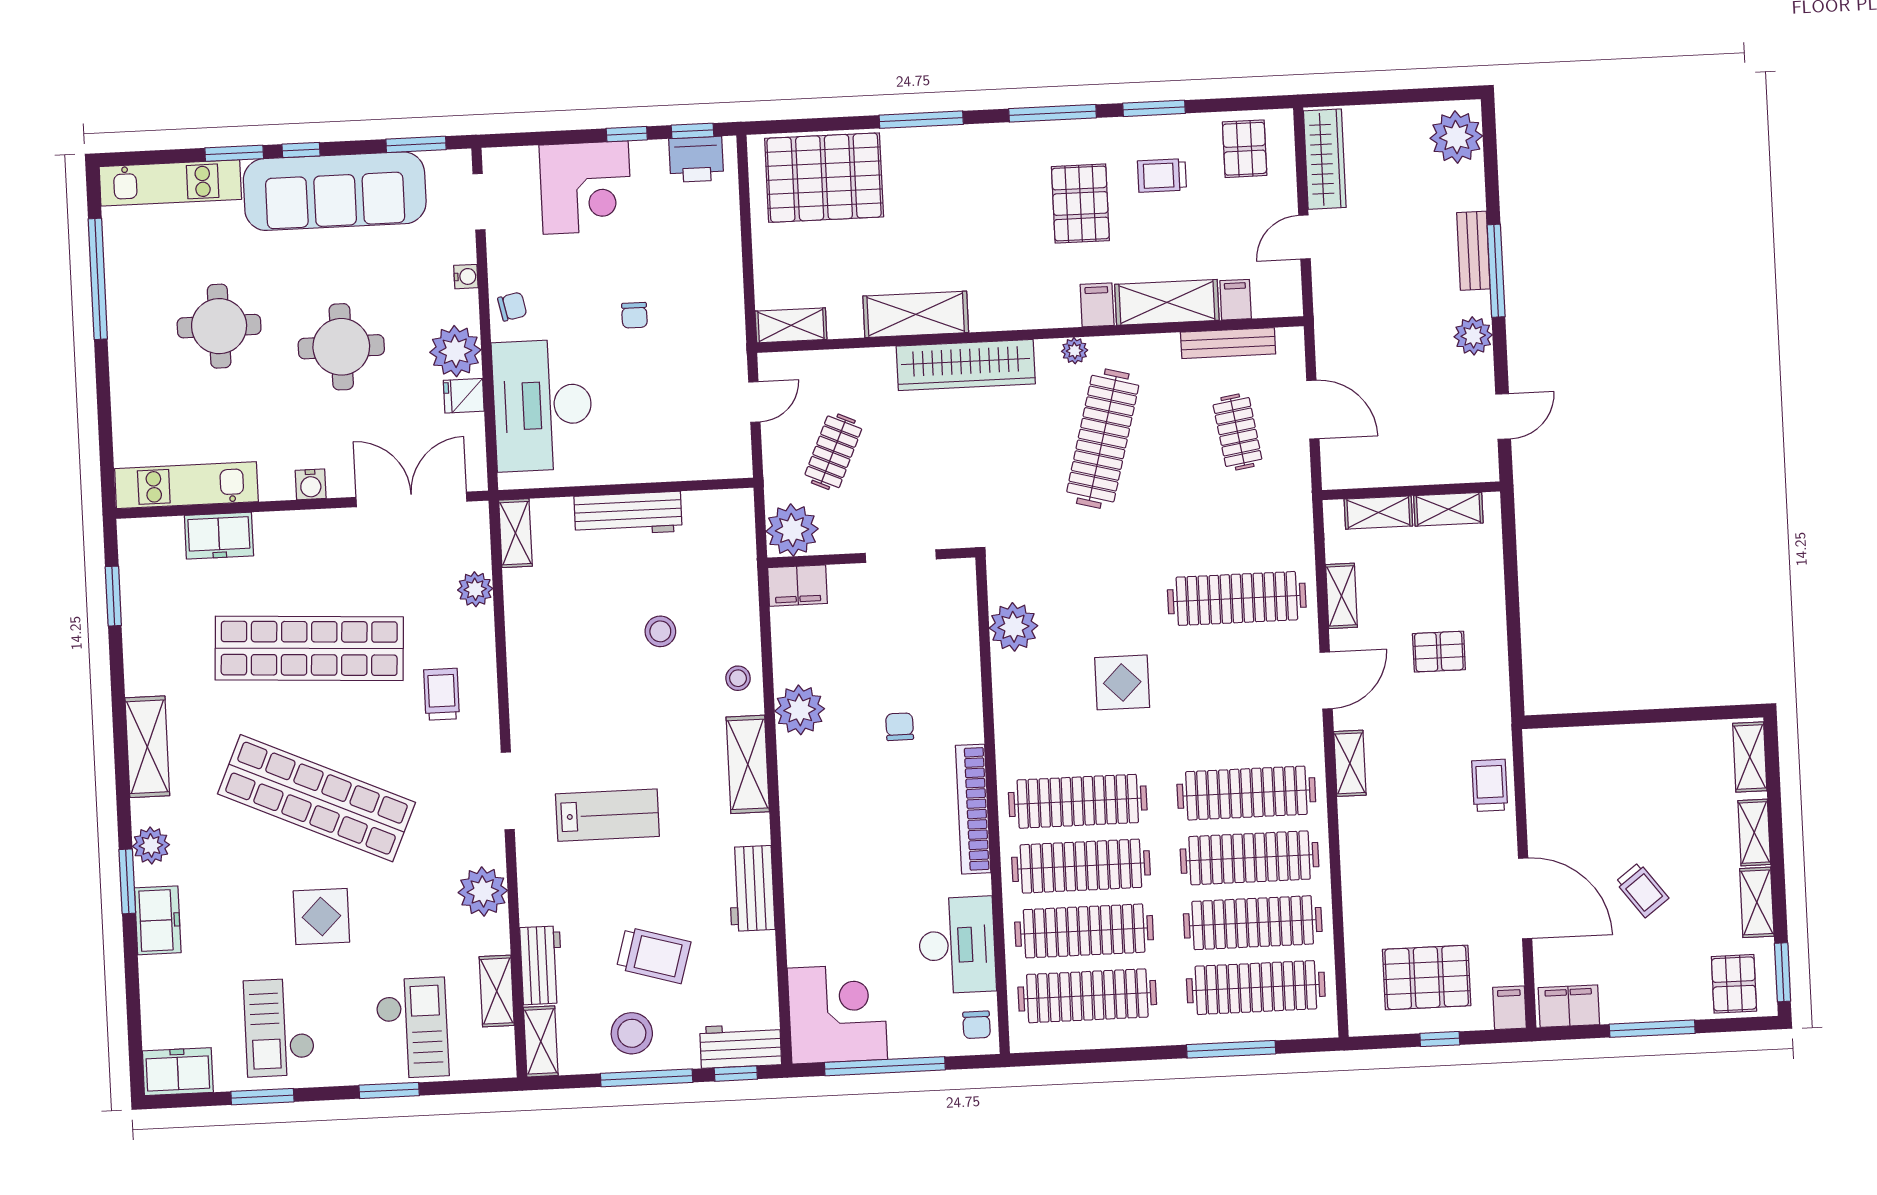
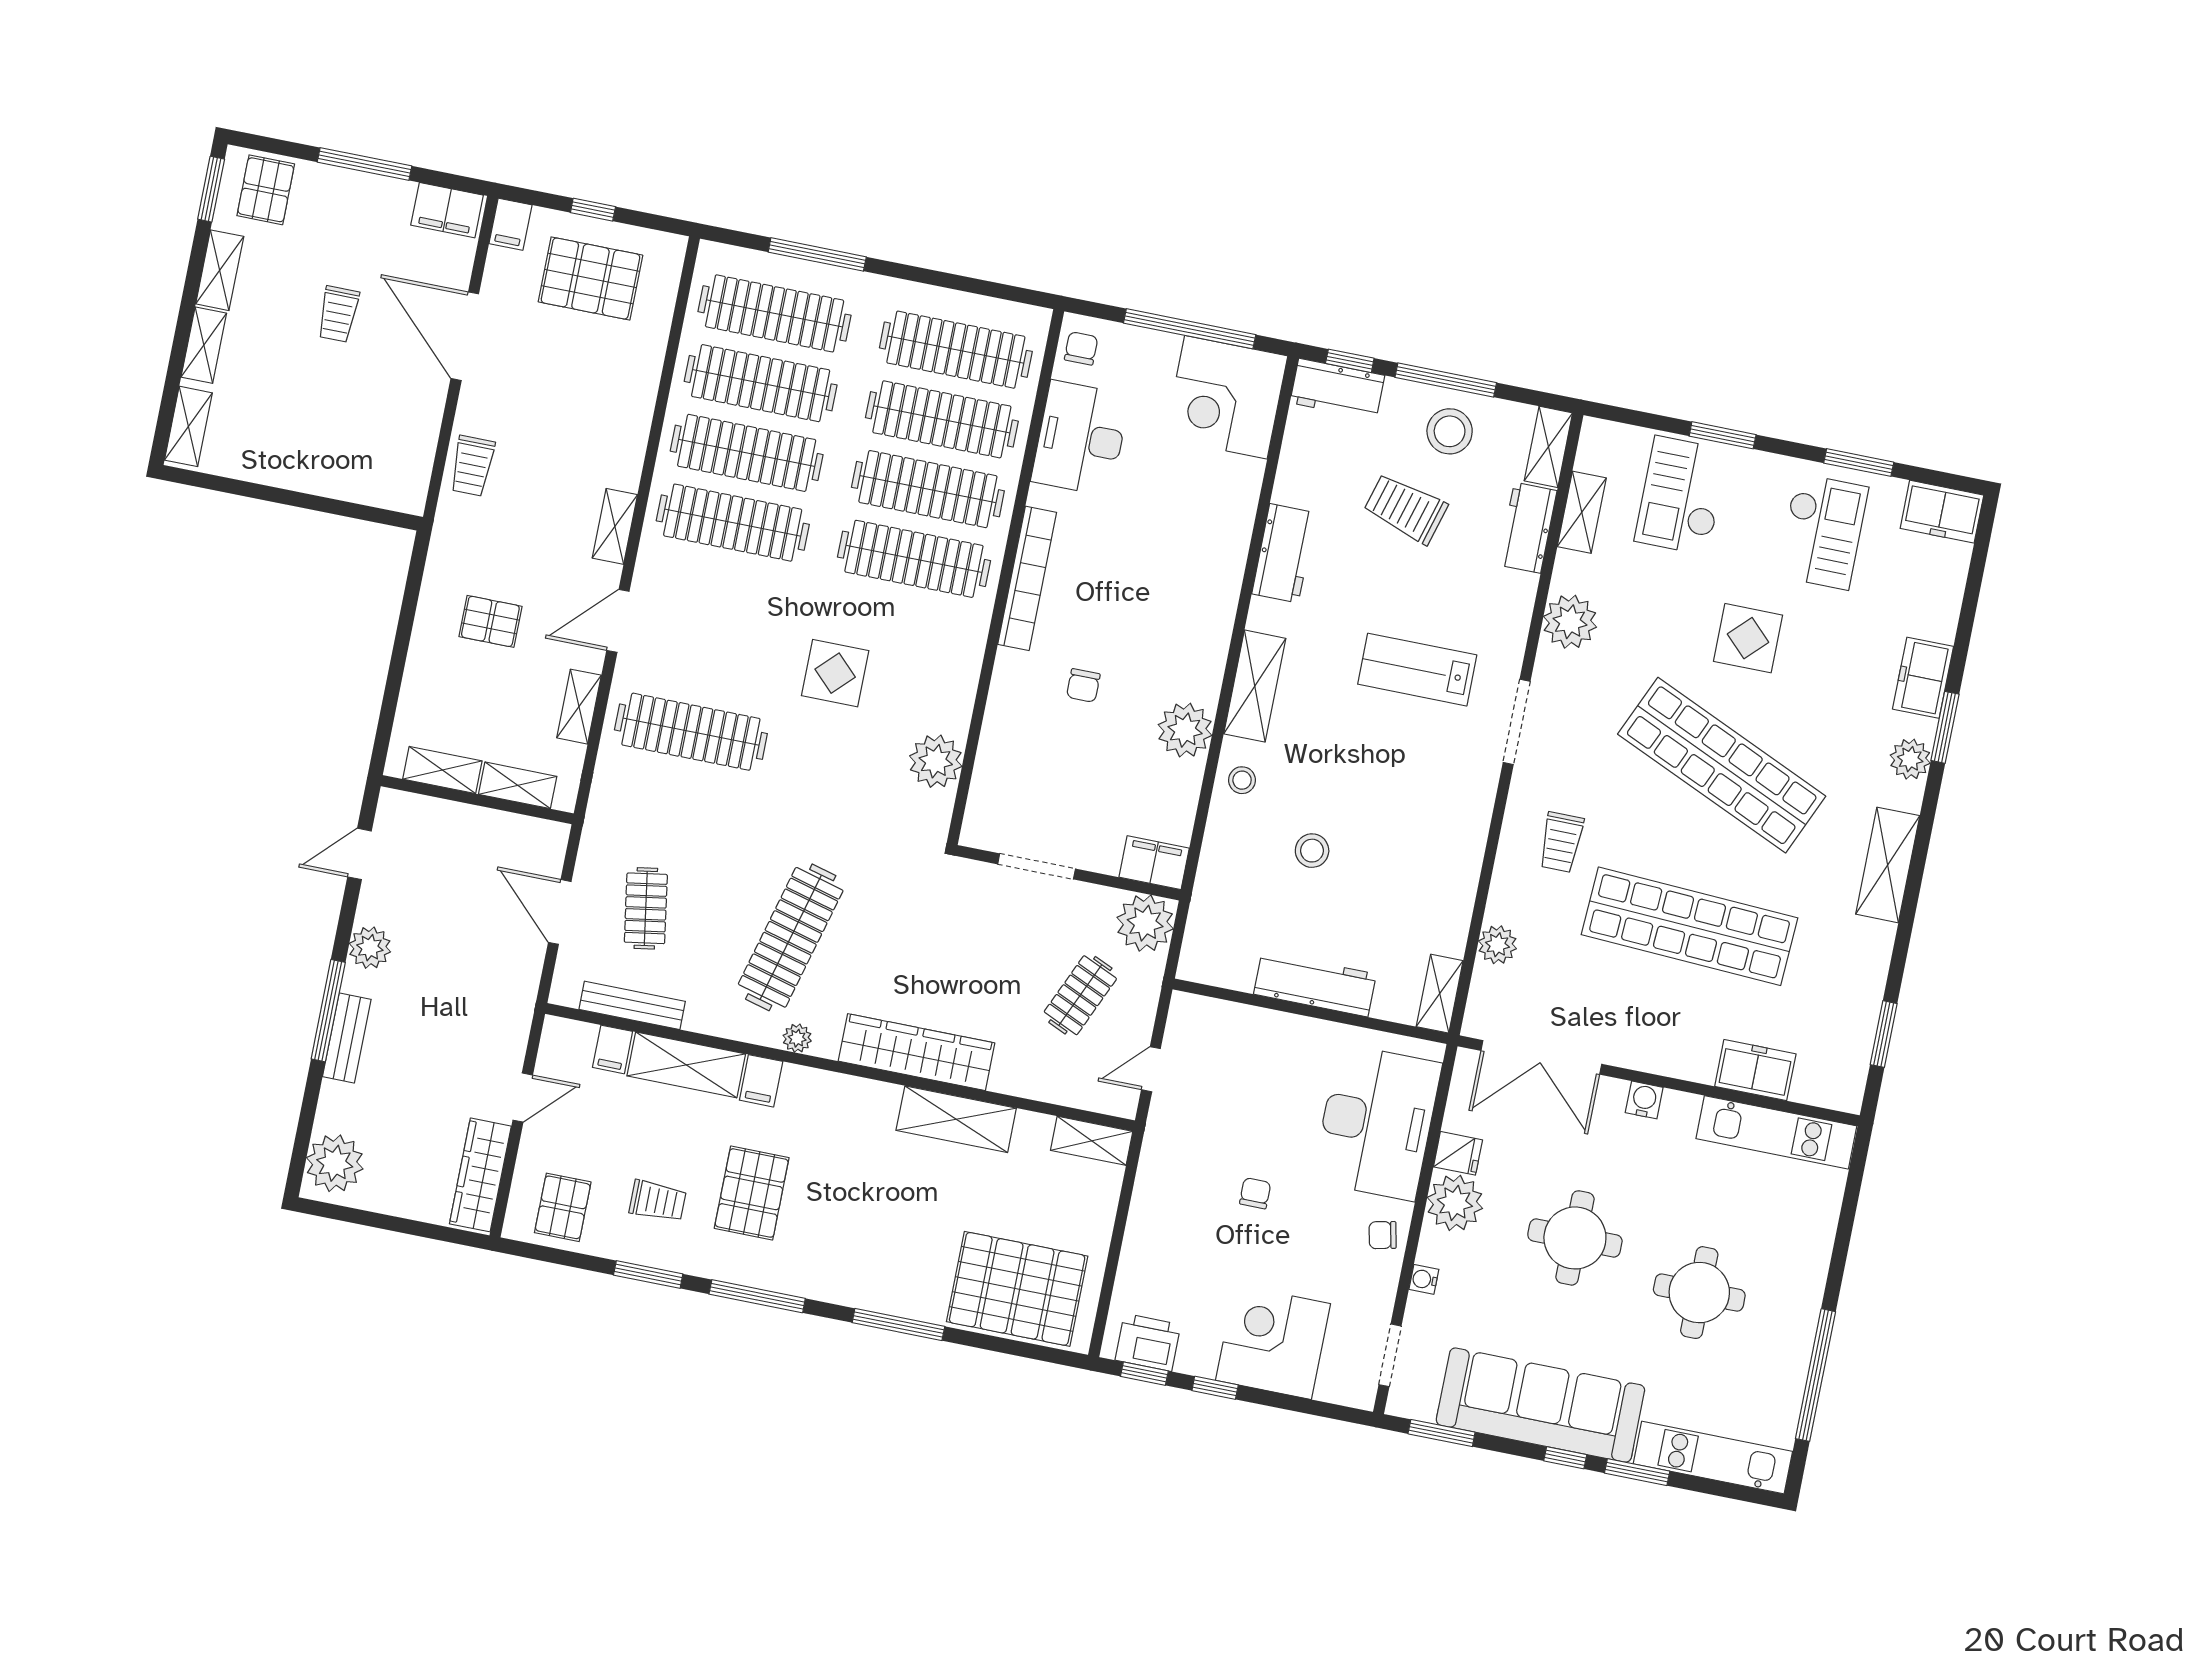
trolley: (1642, 890) -> (338, 314), turned -143

